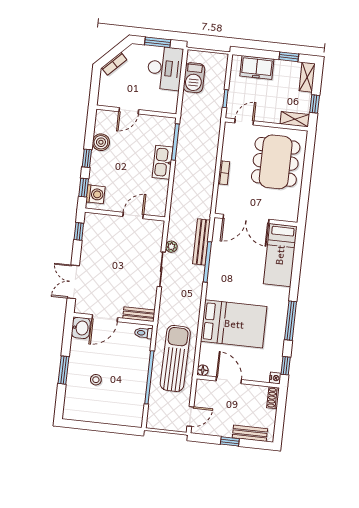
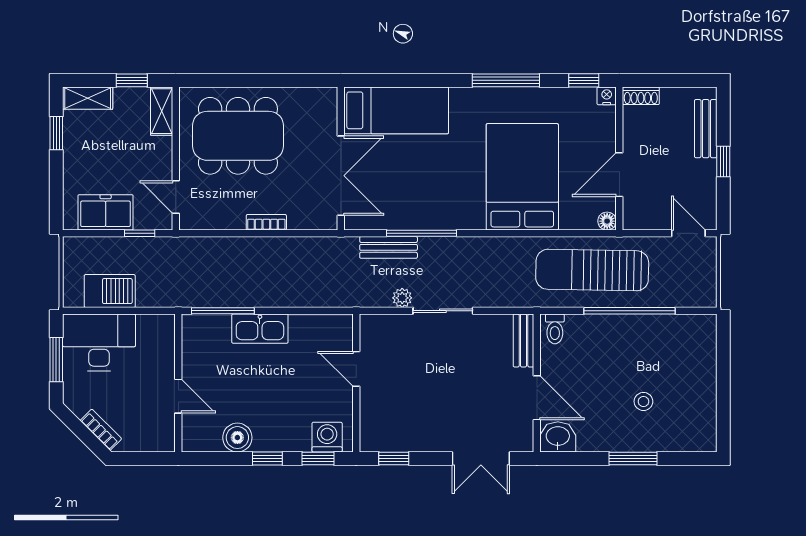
freezer: (257, 68) -> (106, 212), moved, turned -90
bench: (201, 242) -> (389, 247), width x0.73

